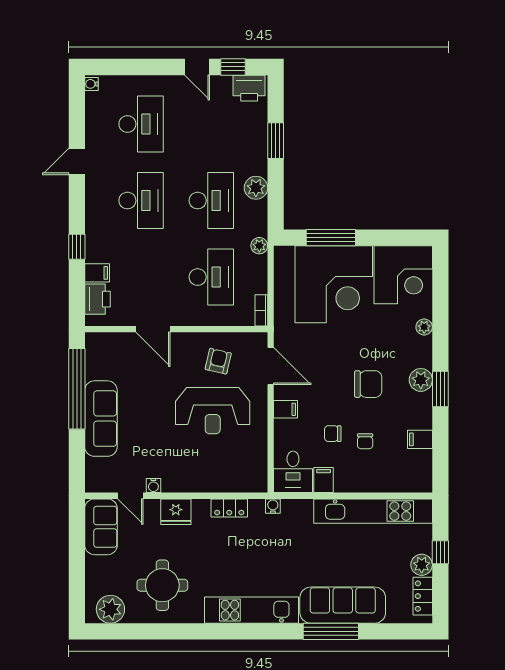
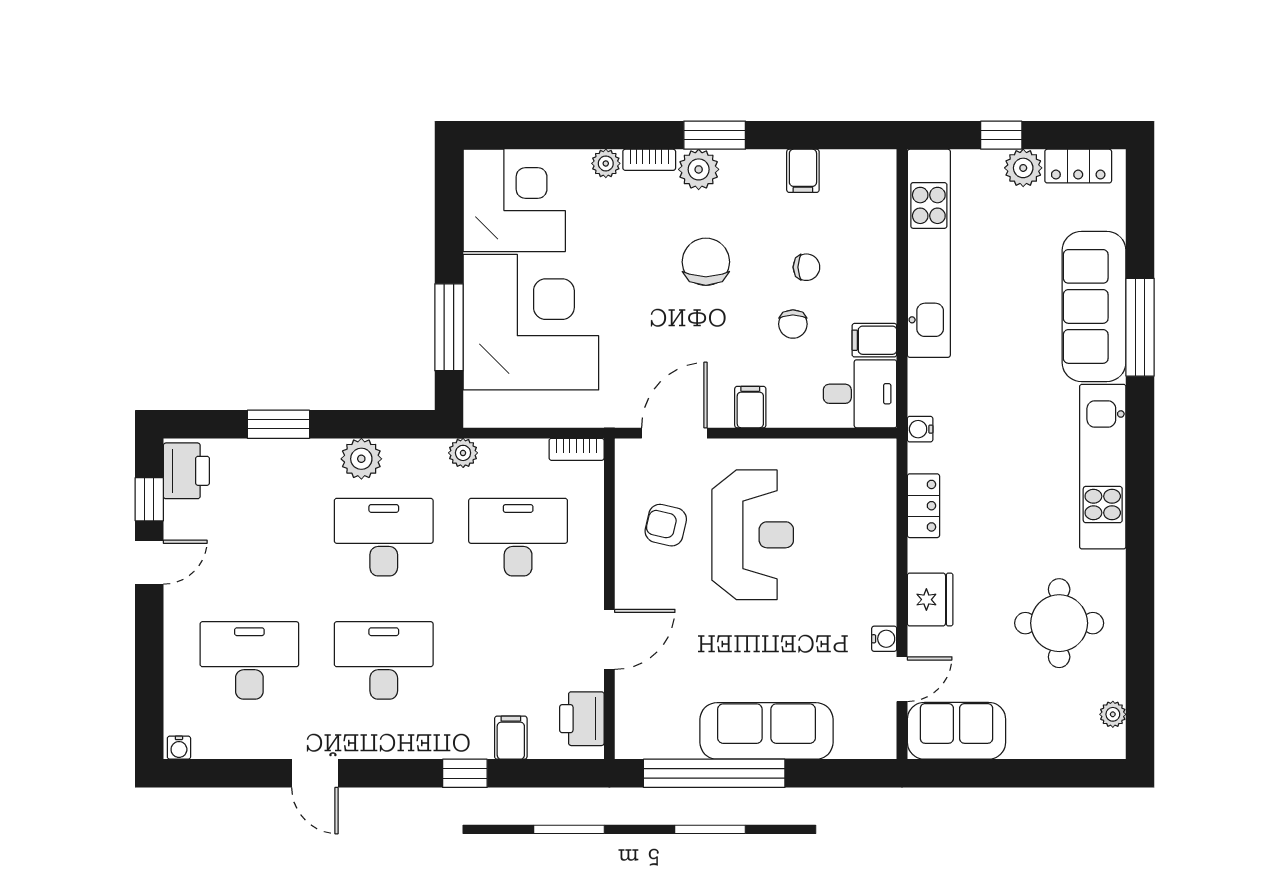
printer: (97, 299) -> (582, 719), moved, turned -90
bookcase: (426, 352) -> (649, 160), added
plant: (110, 609) -> (1113, 714), width x0.53, depth x0.53

